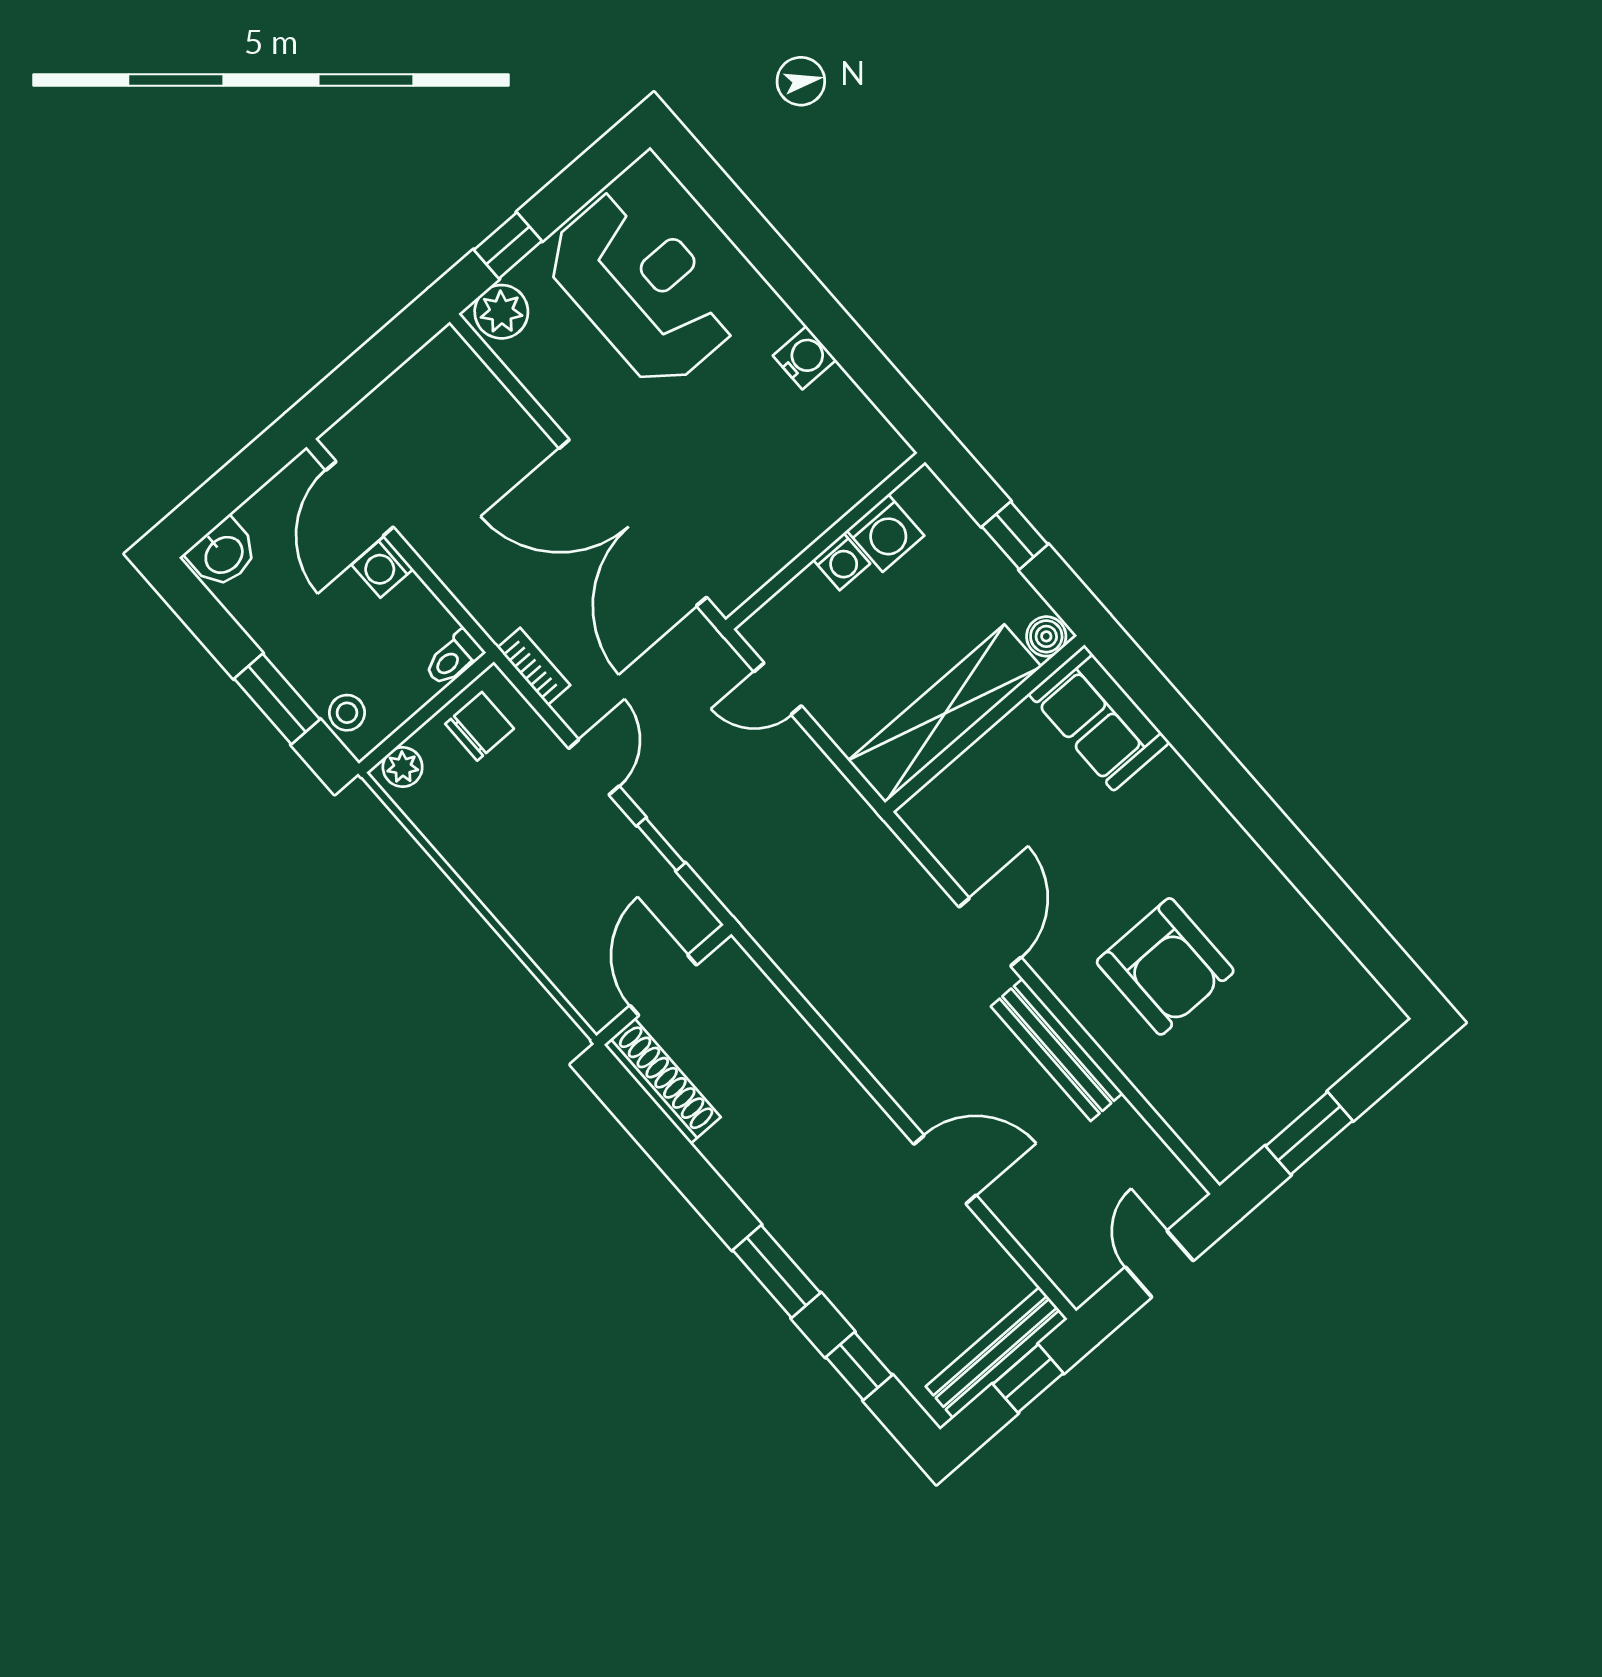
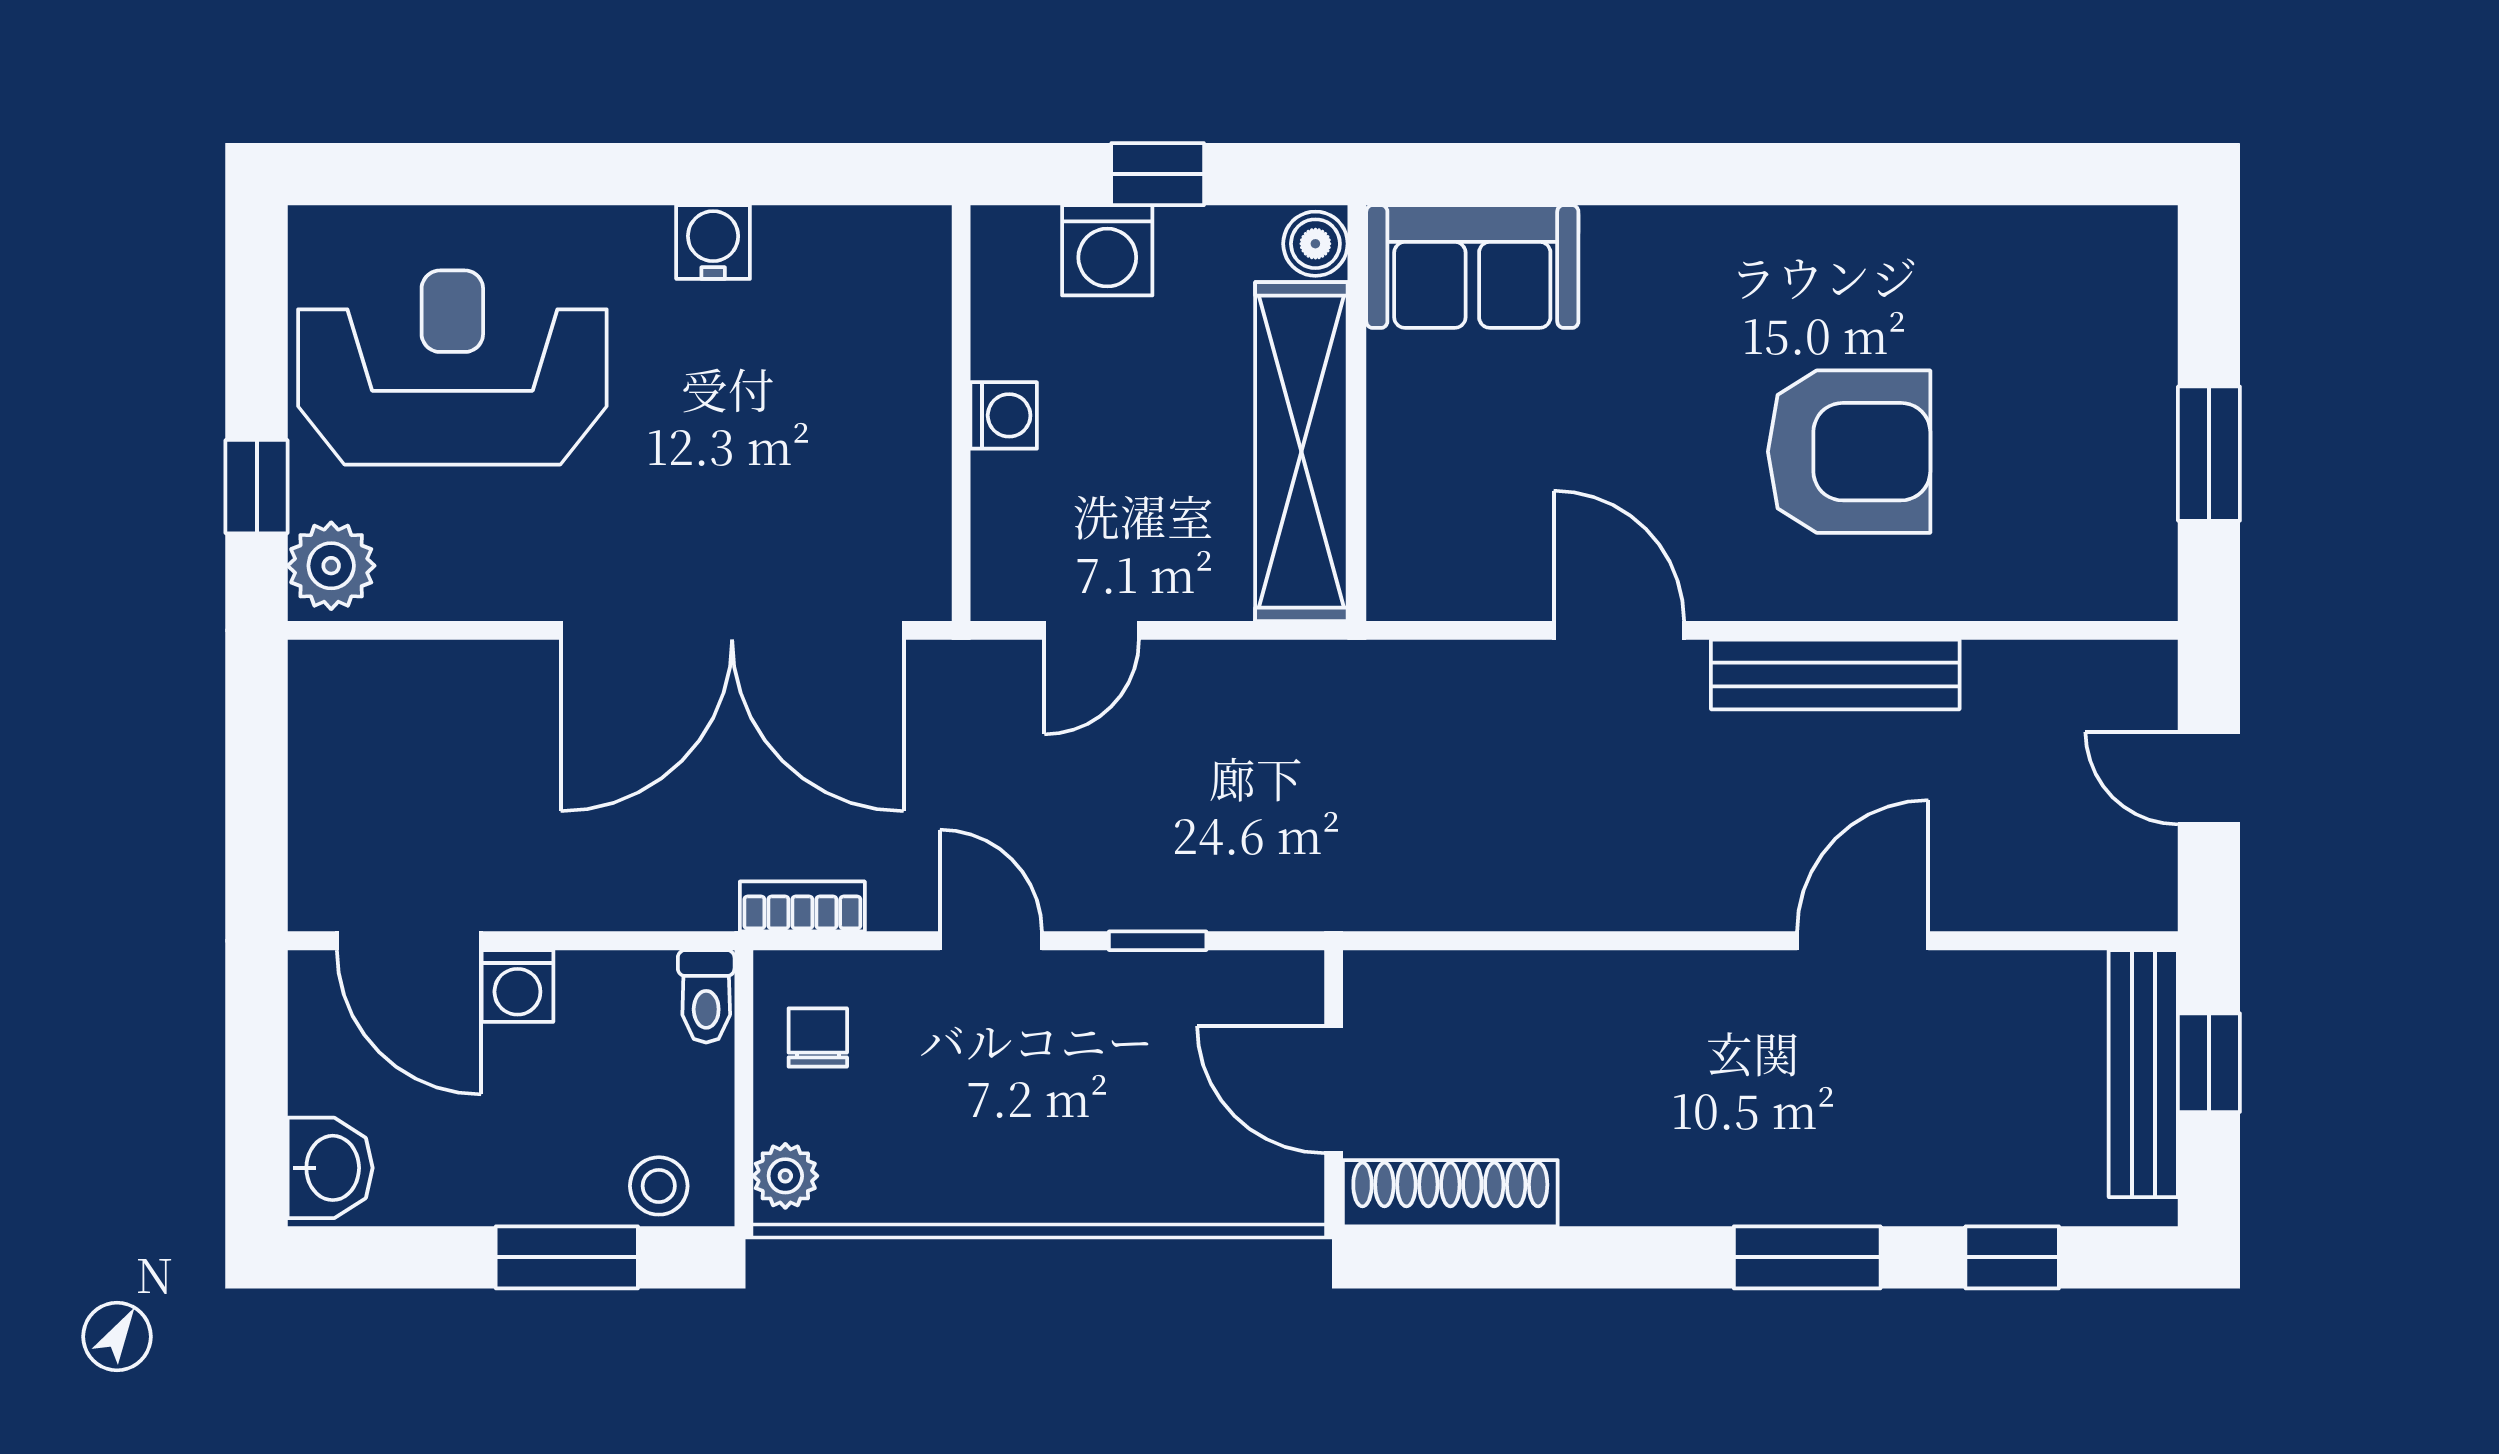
washing machine: (885, 533) -> (1107, 250), moved, turned 90
chair: (480, 726) -> (818, 1037), width x0.73, depth x0.73

